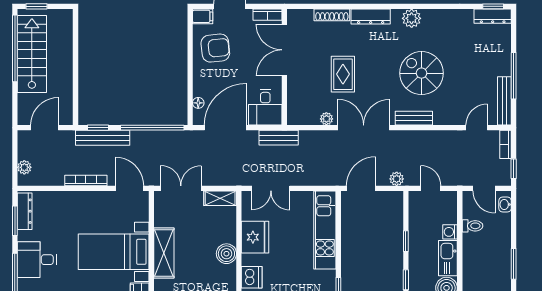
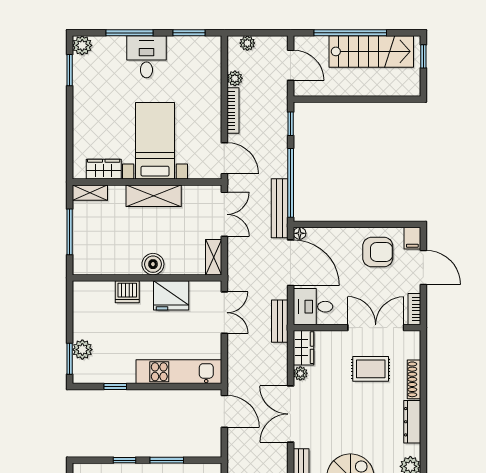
window: (15, 48) -> (350, 33), moved
armchair: (215, 48) -> (378, 252), turned -84
rug: (343, 74) -> (371, 369), moved
floor lamp: (198, 103) -> (300, 233), moved
wardrobe: (303, 116) -> (304, 348), added
double door: (364, 128) -> (291, 414), swing flipped
bench: (103, 138) -> (280, 208), moved
plant: (397, 179) -> (235, 78), moved
door: (130, 188) -> (224, 158), hinge flipped
double door: (271, 188) -> (224, 313), swing flipped
dresser: (25, 211) -> (199, 43), removed
window: (406, 241) -> (167, 460), width x1.50

